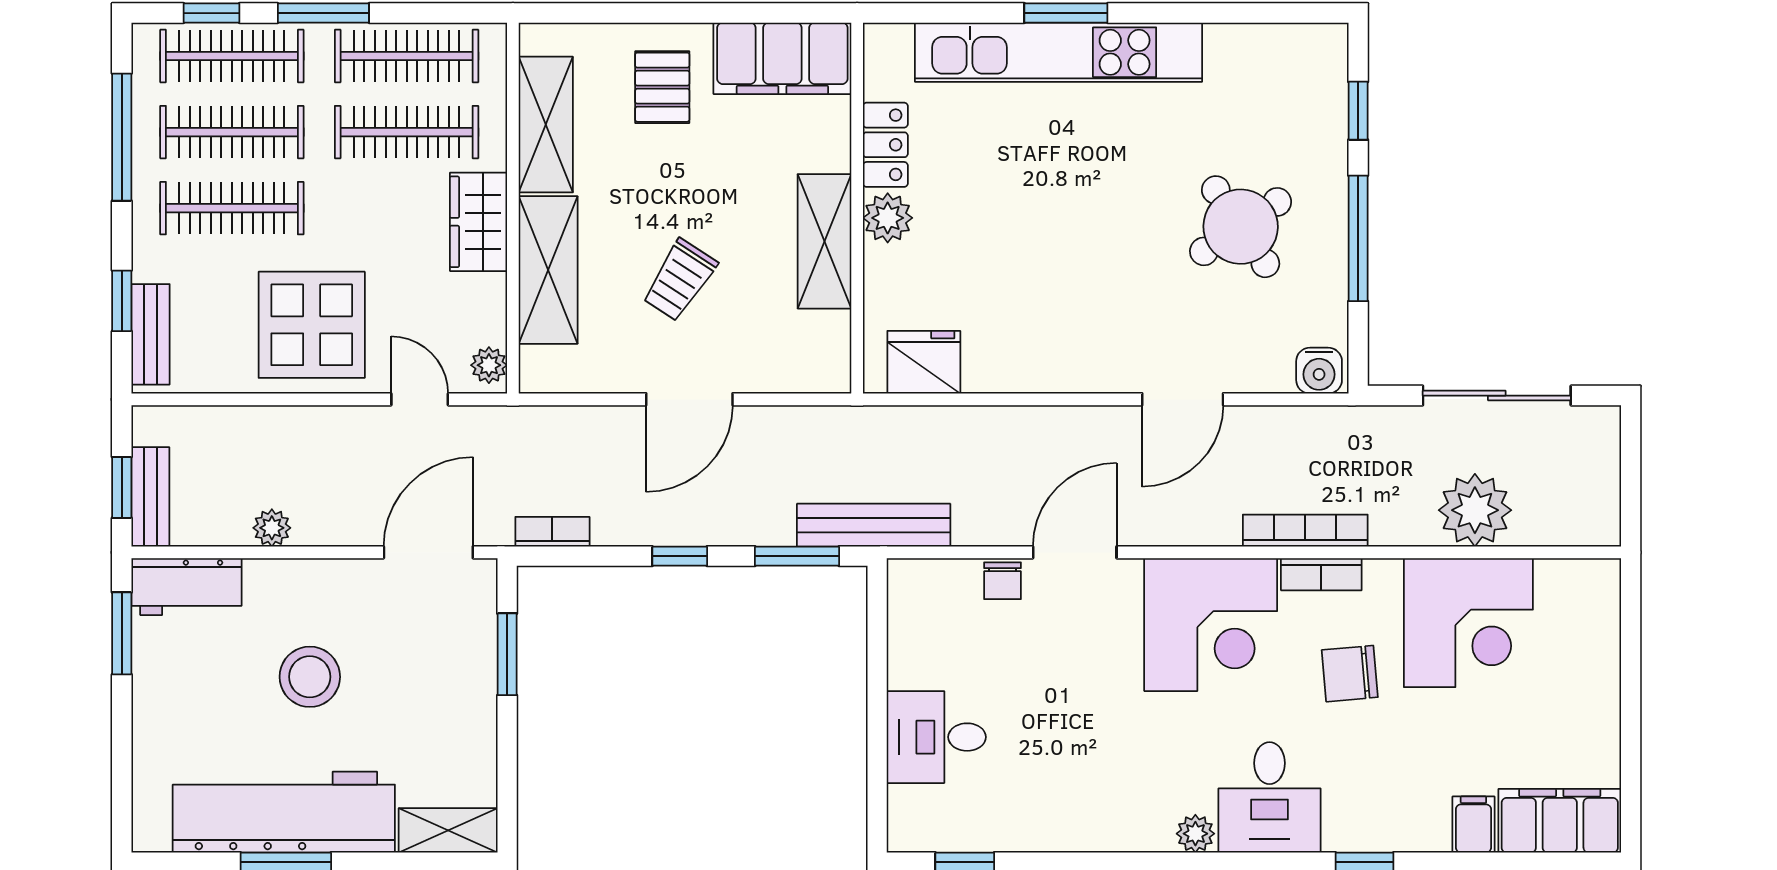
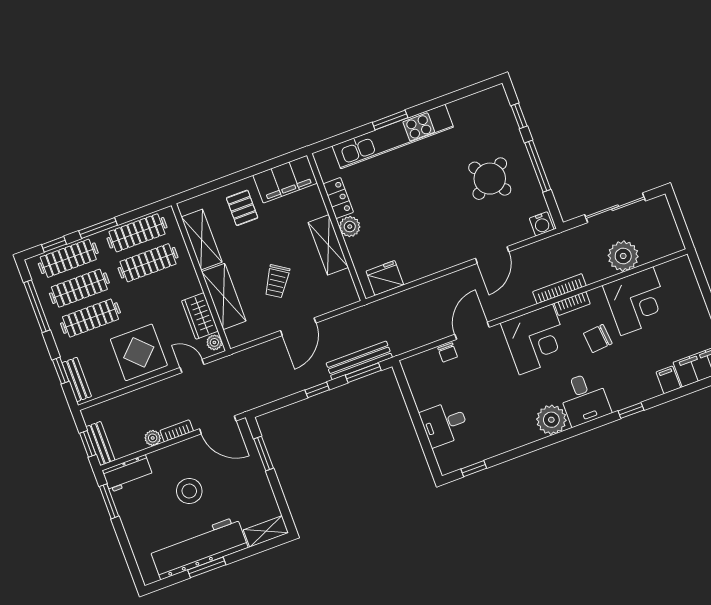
wardrobe: (479, 222) -> (200, 316), moved
bench: (874, 525) -> (359, 360), moved
bookcase: (552, 532) -> (177, 431), moved
door: (428, 552) -> (218, 425), swing flipped
plant: (1195, 834) -> (551, 420), width x1.88, depth x1.88

